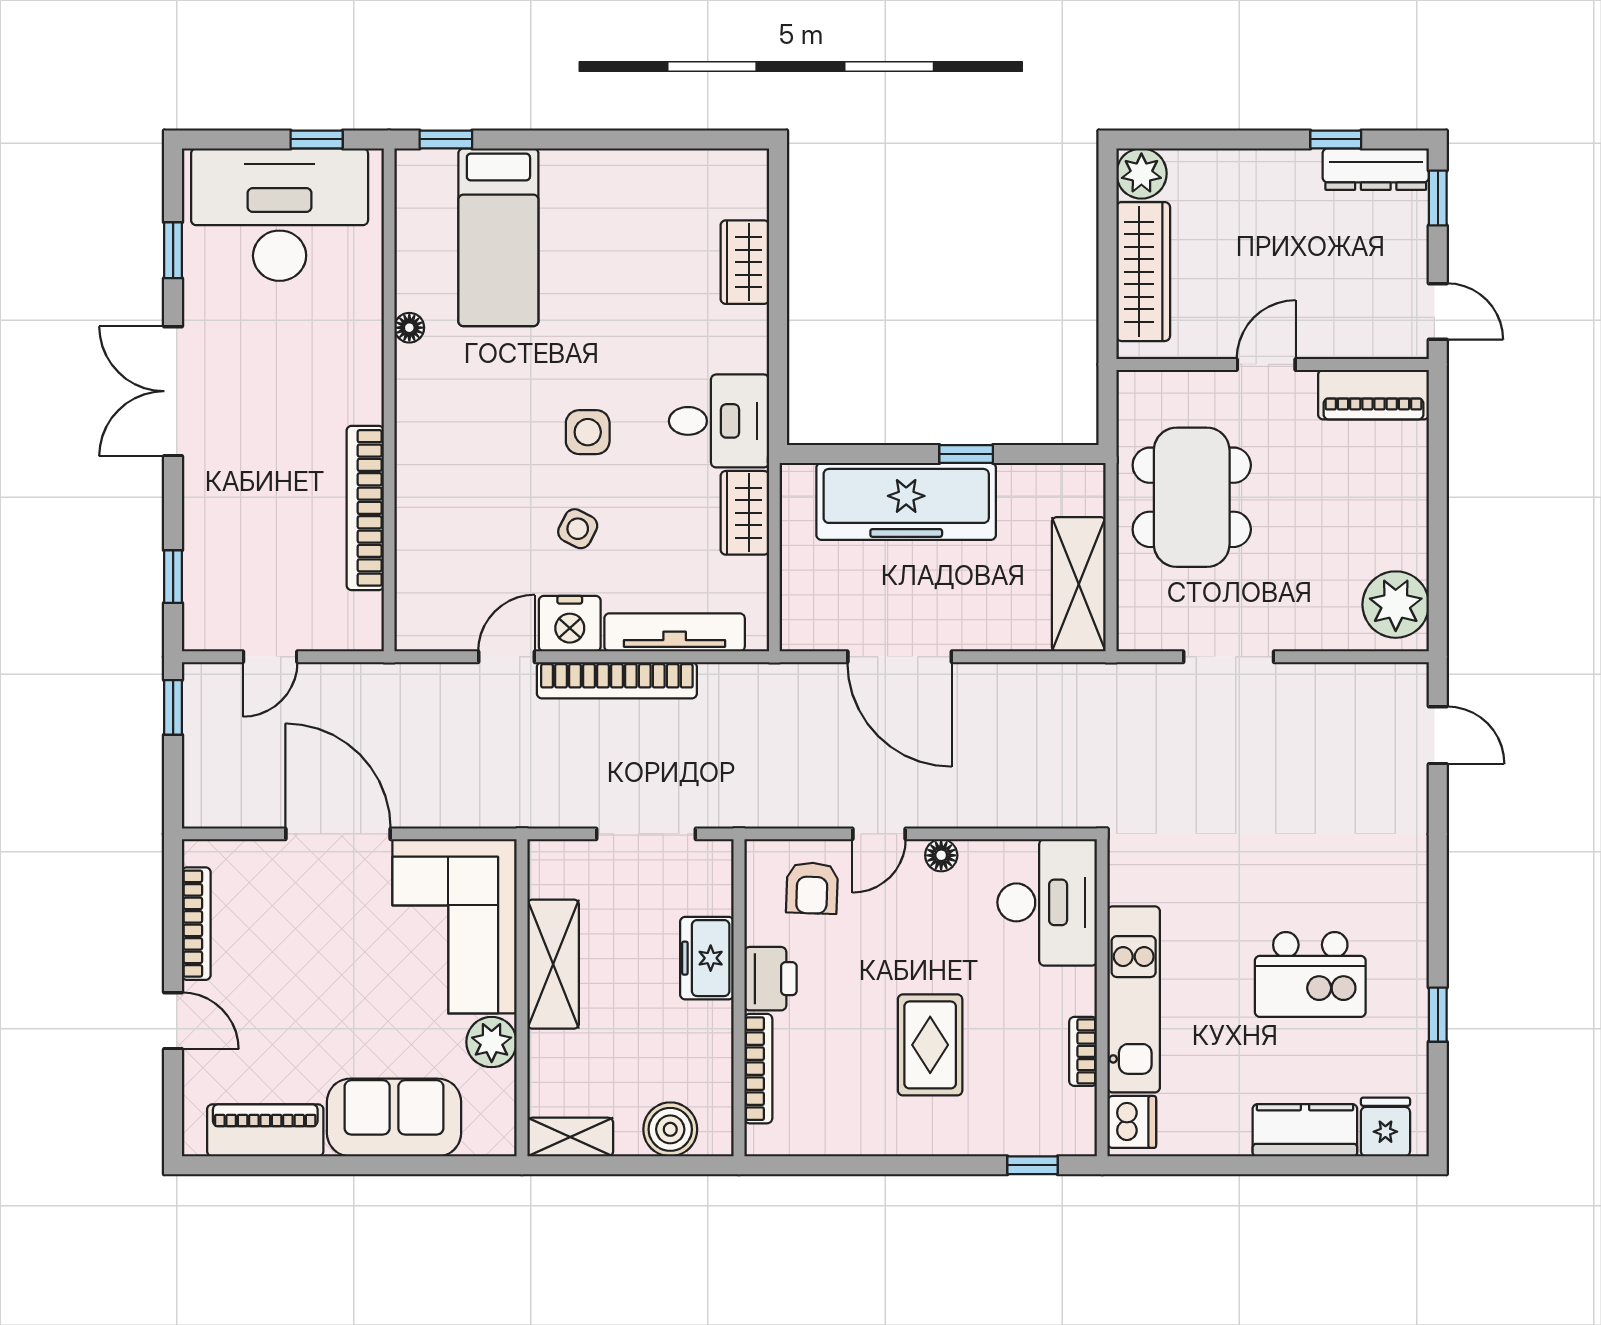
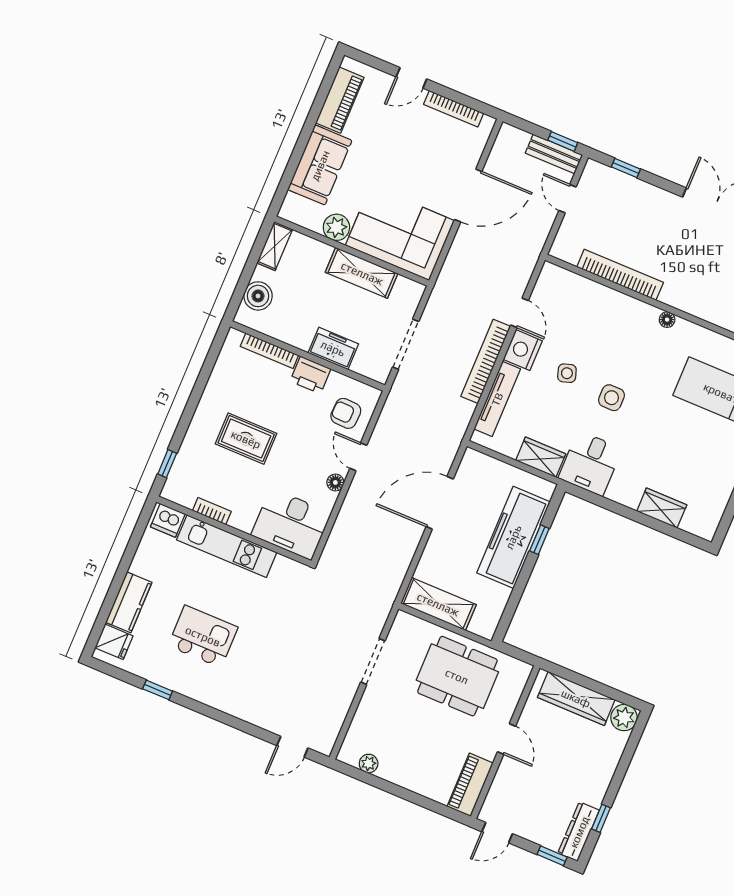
floor lamp: (409, 328) -> (667, 320), moved
window: (966, 454) -> (539, 540), moved
side table: (578, 529) -> (567, 373), turned 45
plant: (1396, 605) -> (369, 764), width x0.53, depth x0.53
bench: (201, 713) -> (554, 154), added
kitchen island: (1310, 974) -> (203, 636), turned 90

